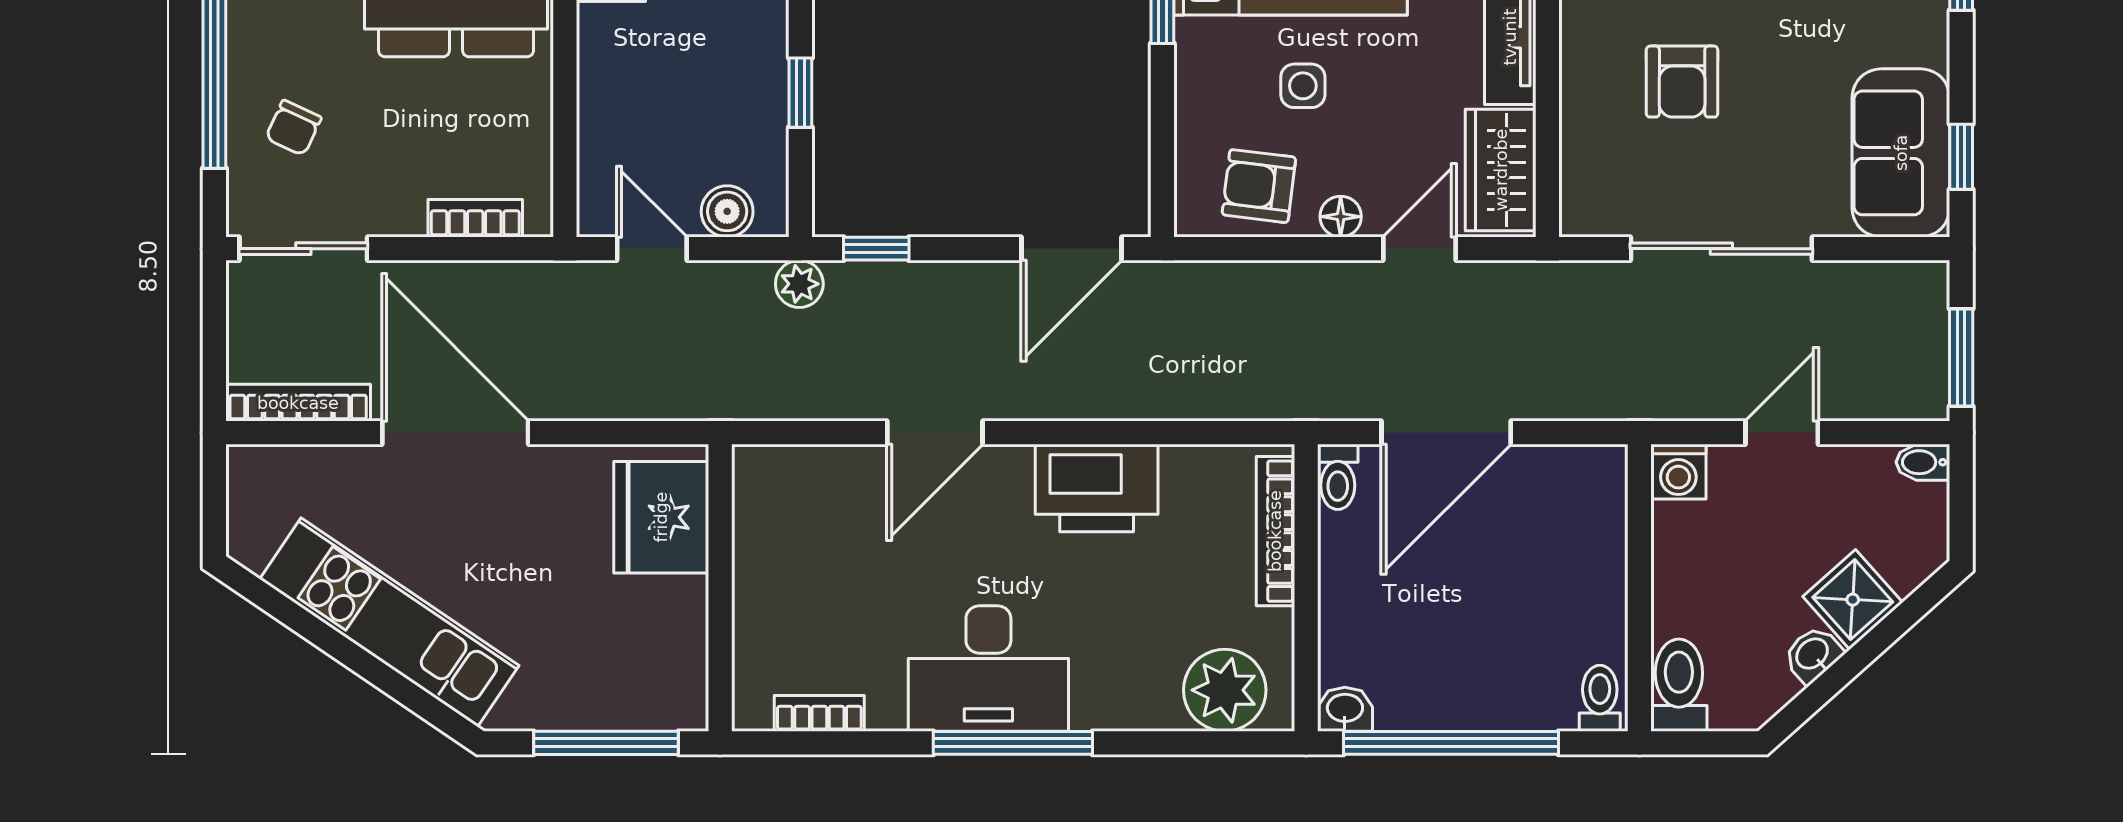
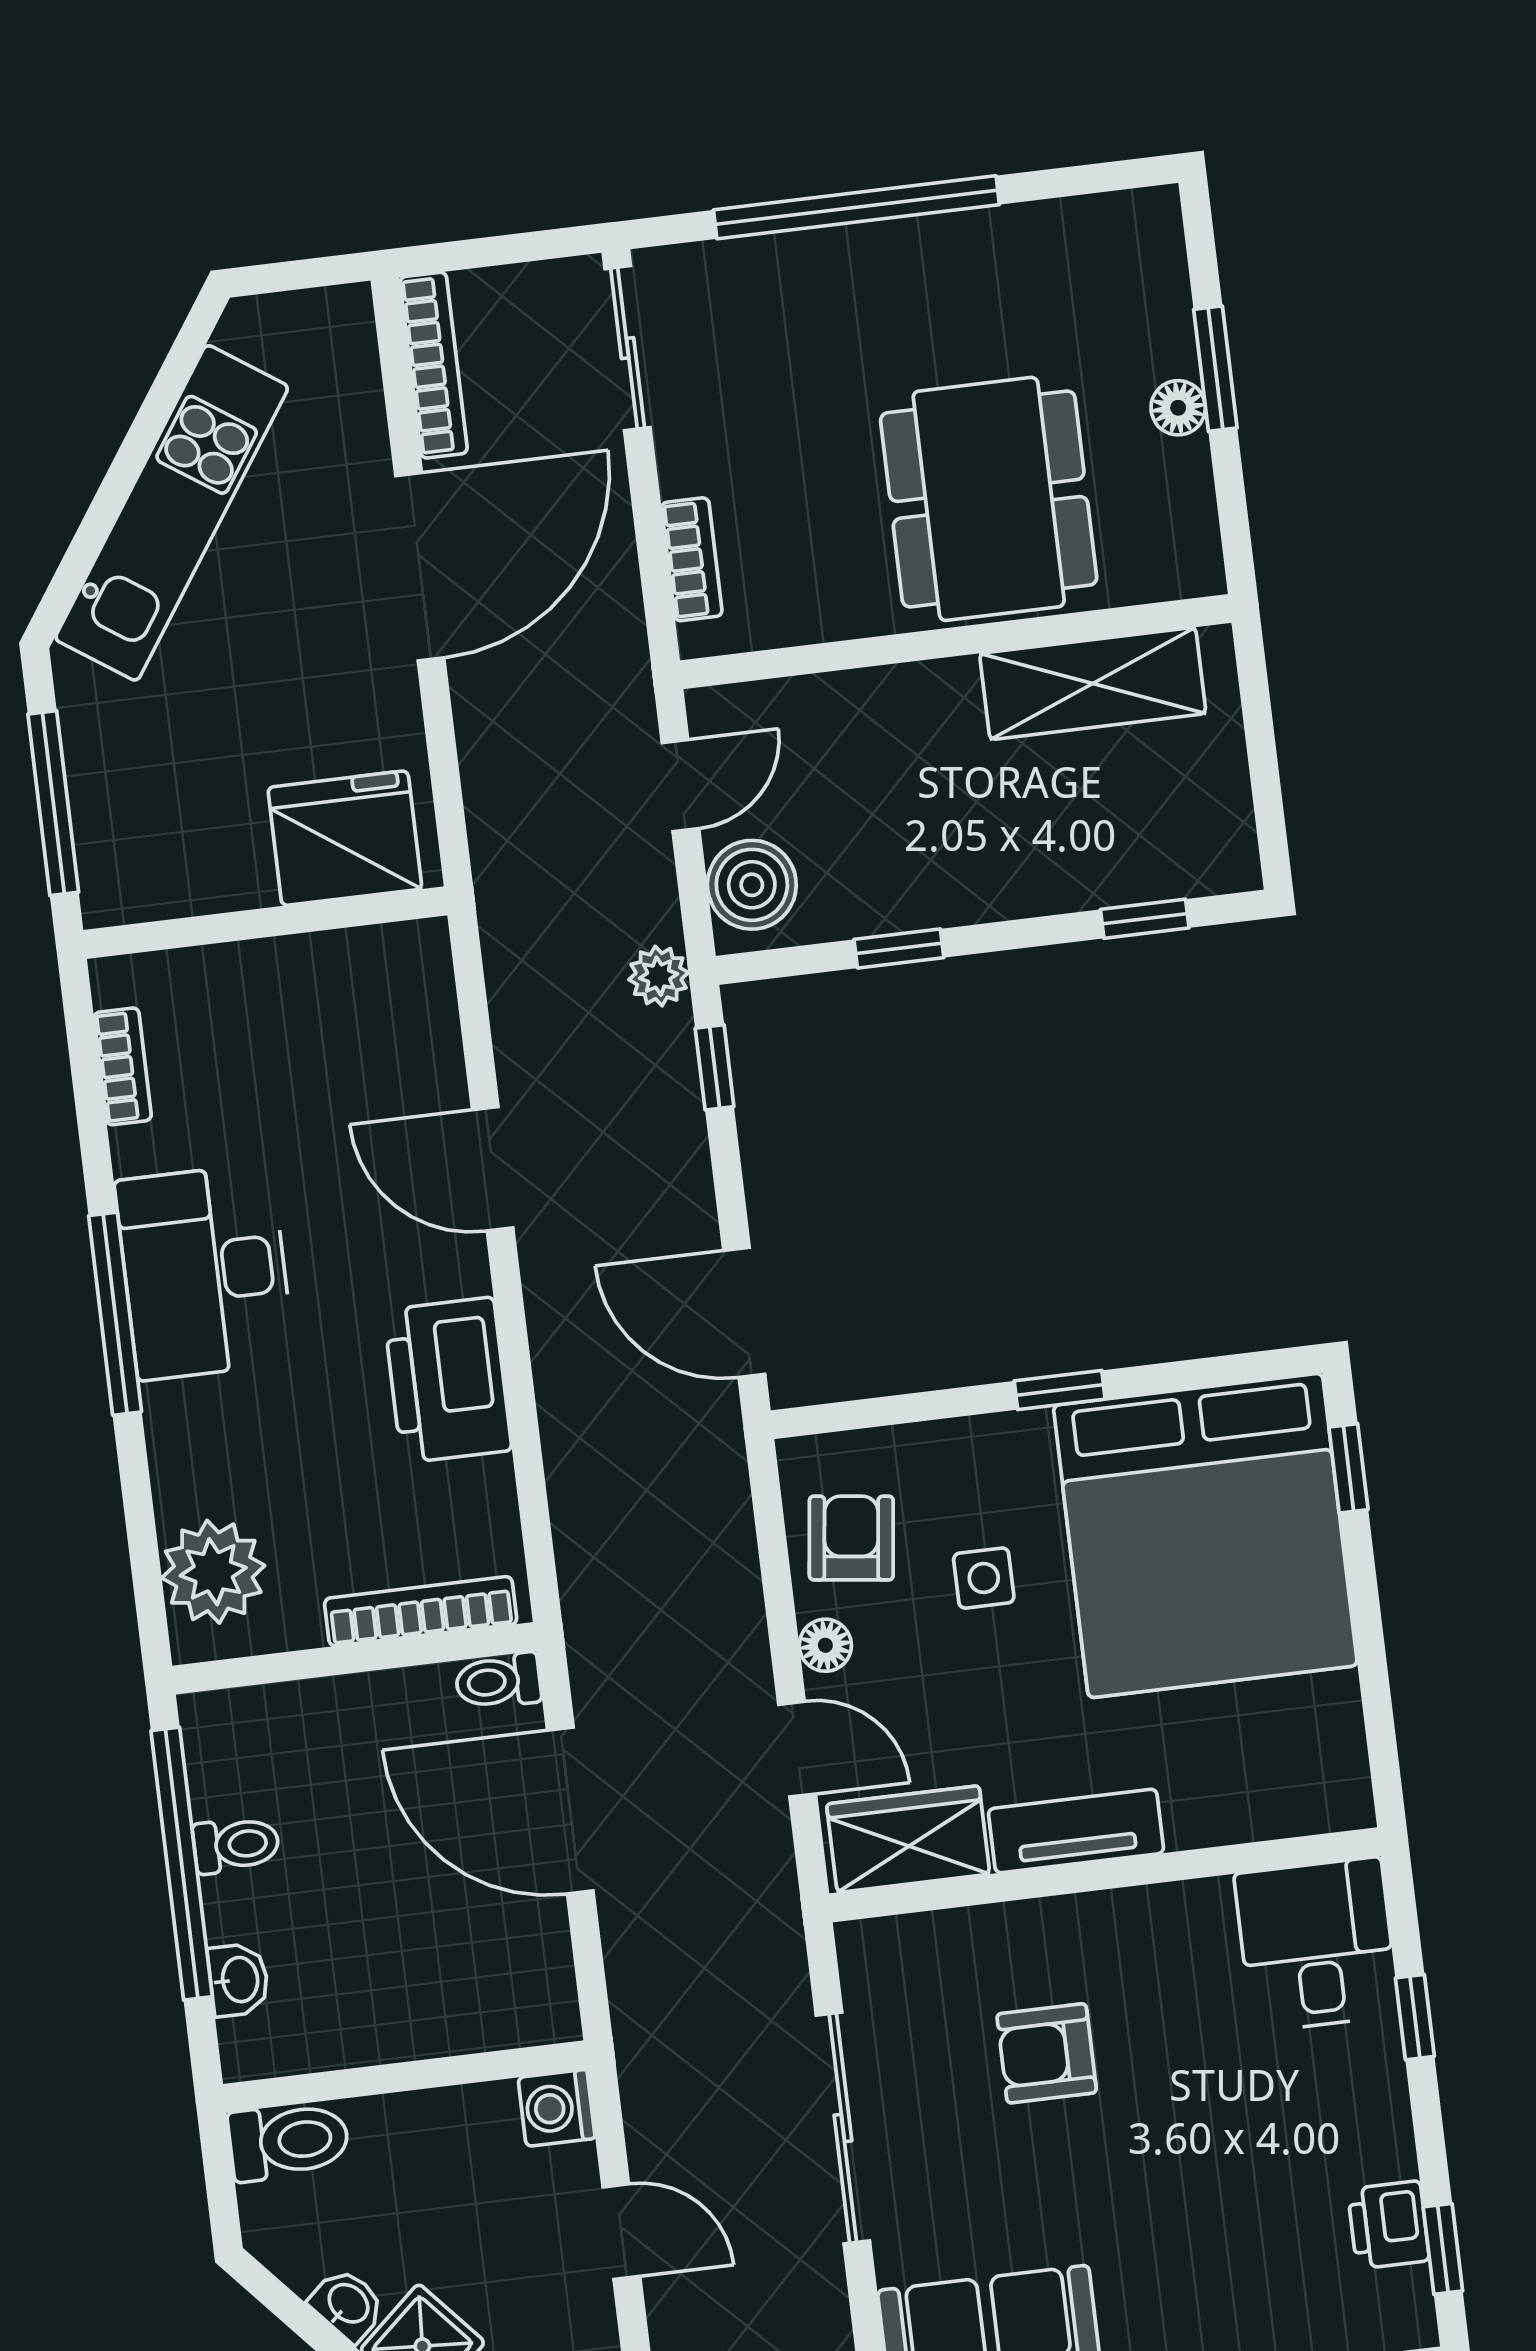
chair: (293, 128) -> (778, 317), removed
boiler: (727, 211) -> (752, 885), width x1.36, depth x1.36
toilet: (1600, 698) -> (236, 1845), moved
washbasin: (1345, 709) -> (238, 1980), moved

